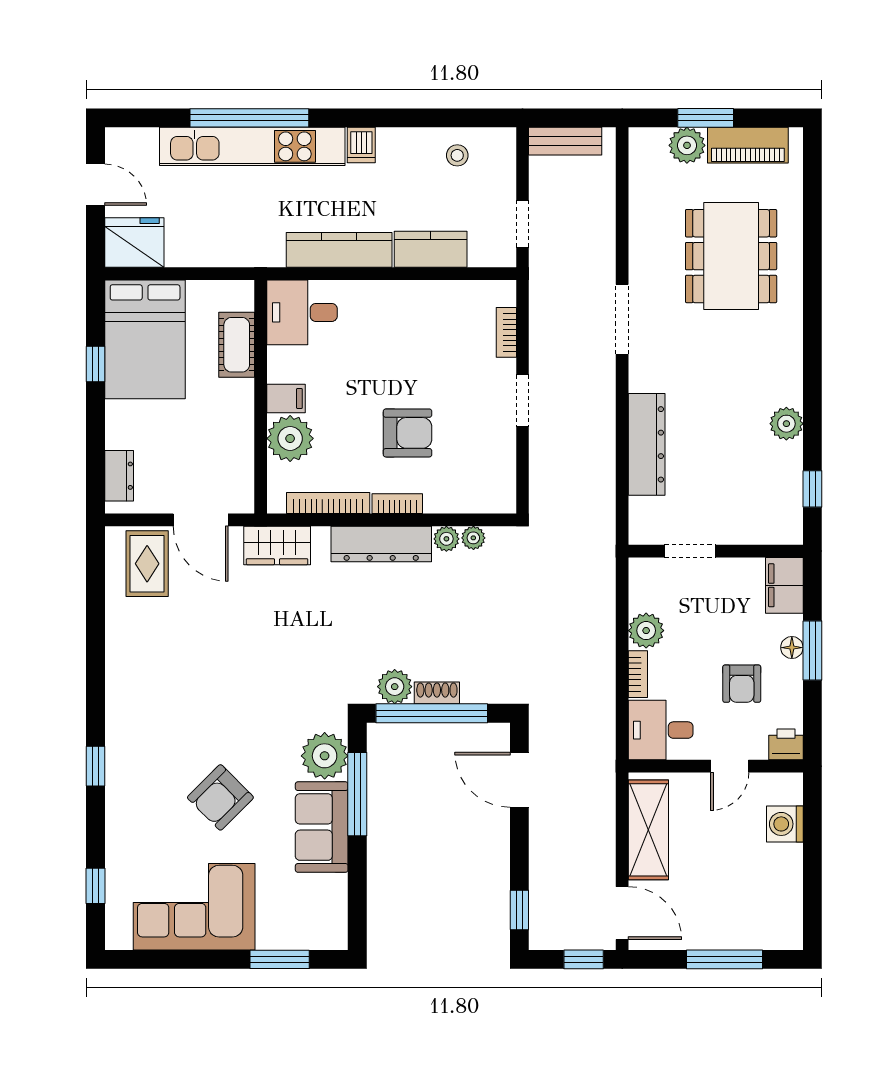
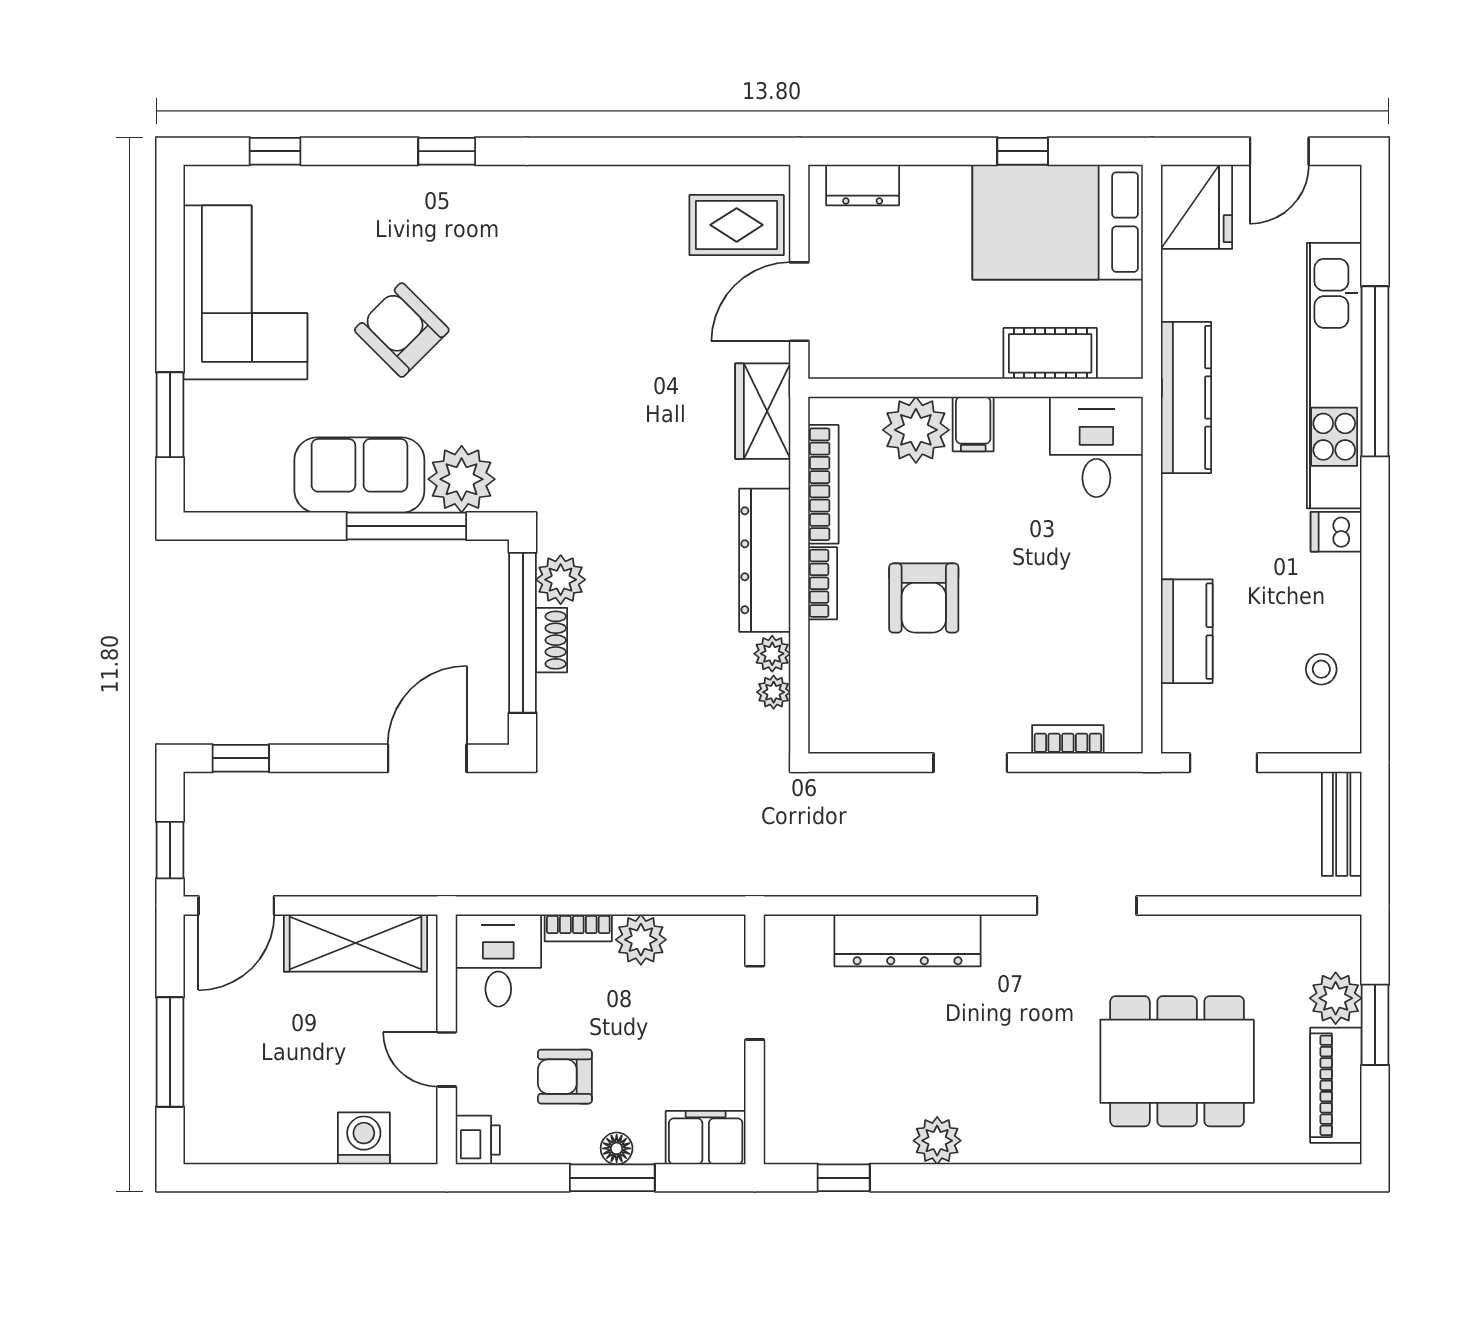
kitchen counter: (339, 250) -> (1186, 397), moved

